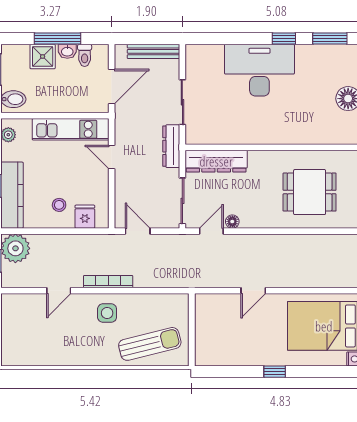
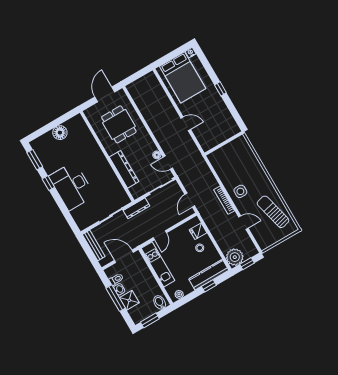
dresser: (216, 161) -> (124, 169), moved
sun lounger: (150, 344) -> (273, 212), moved

